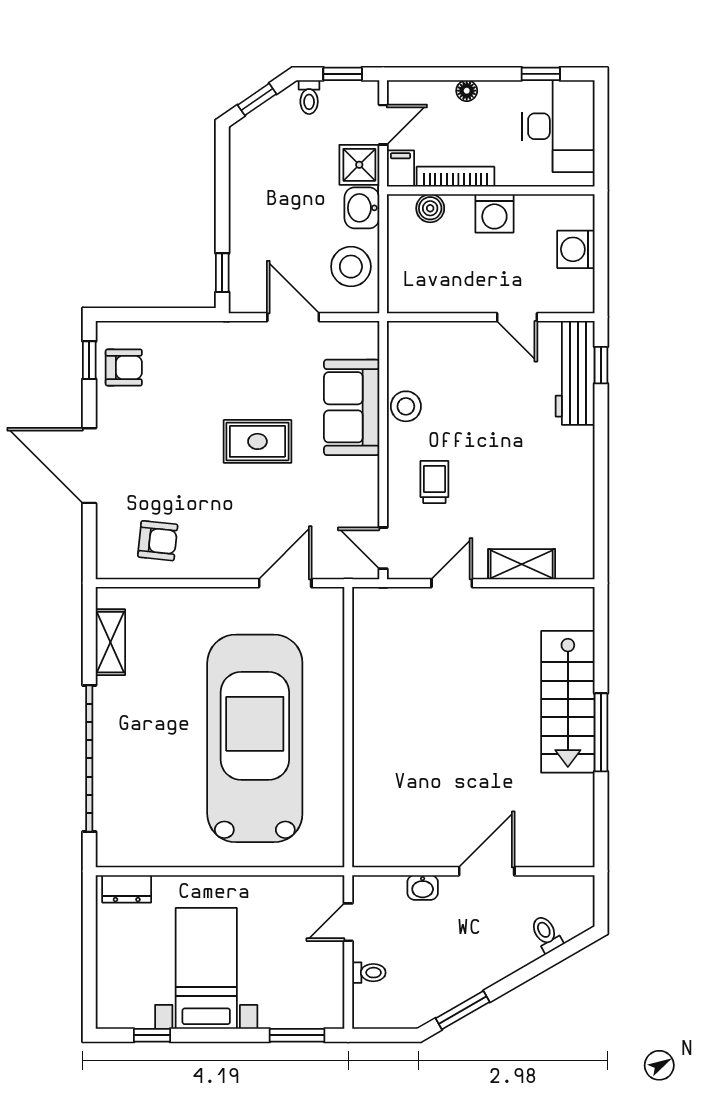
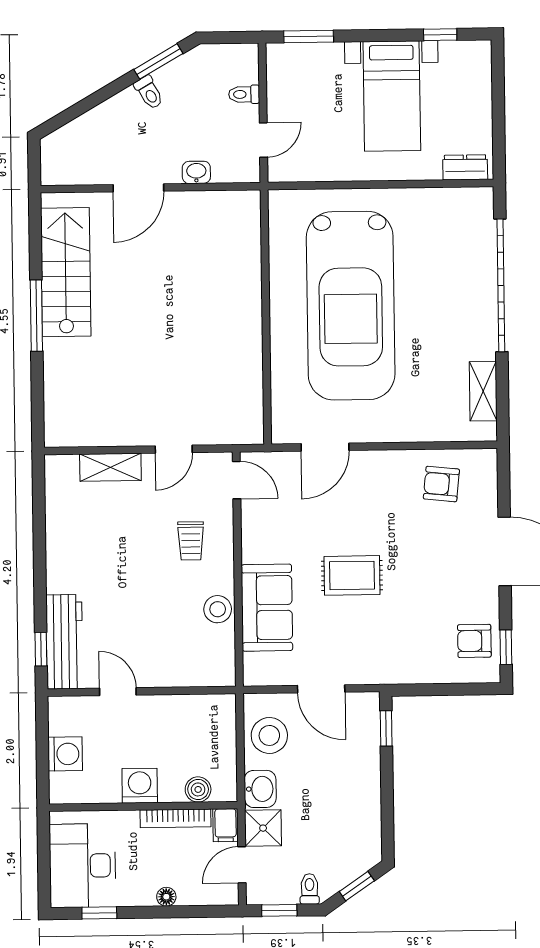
stairs: (568, 702) -> (66, 272), moved
toilet: (546, 934) -> (149, 92), moved

